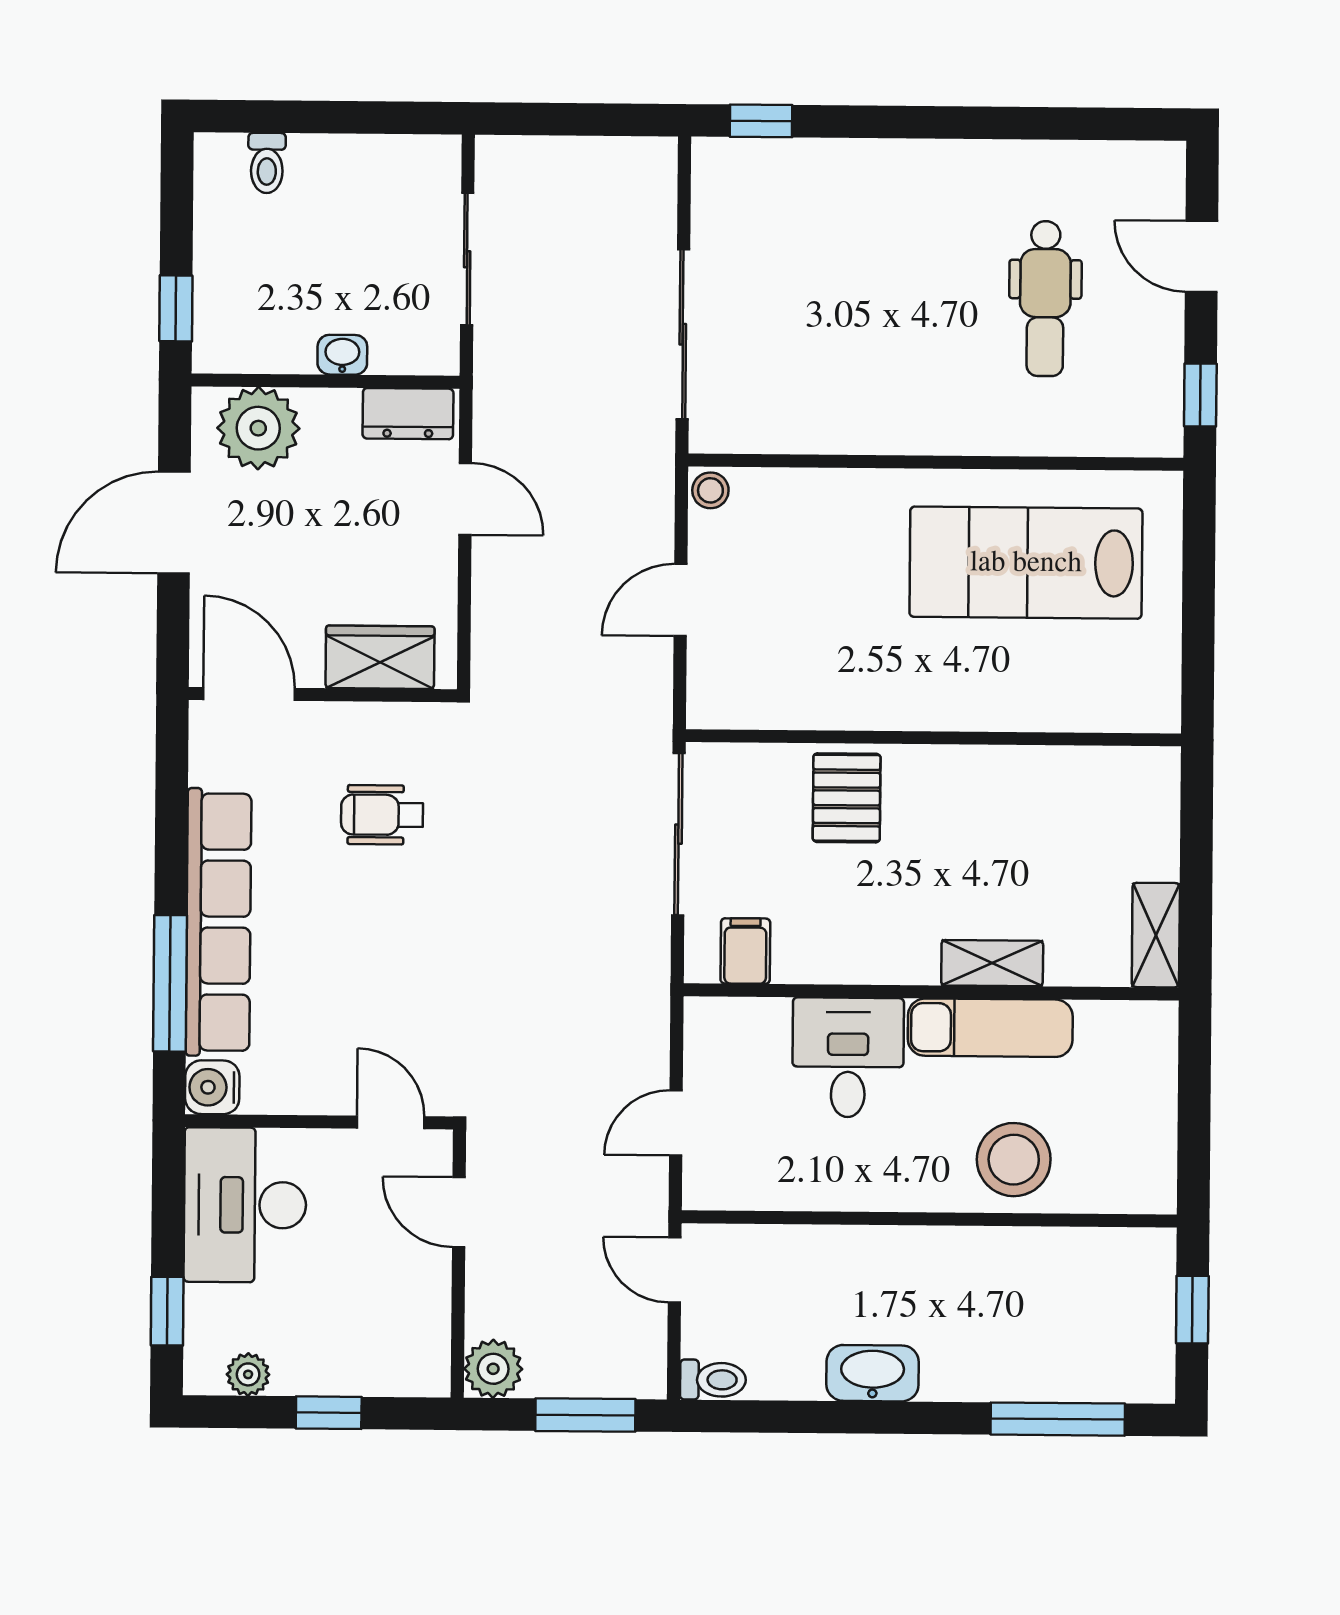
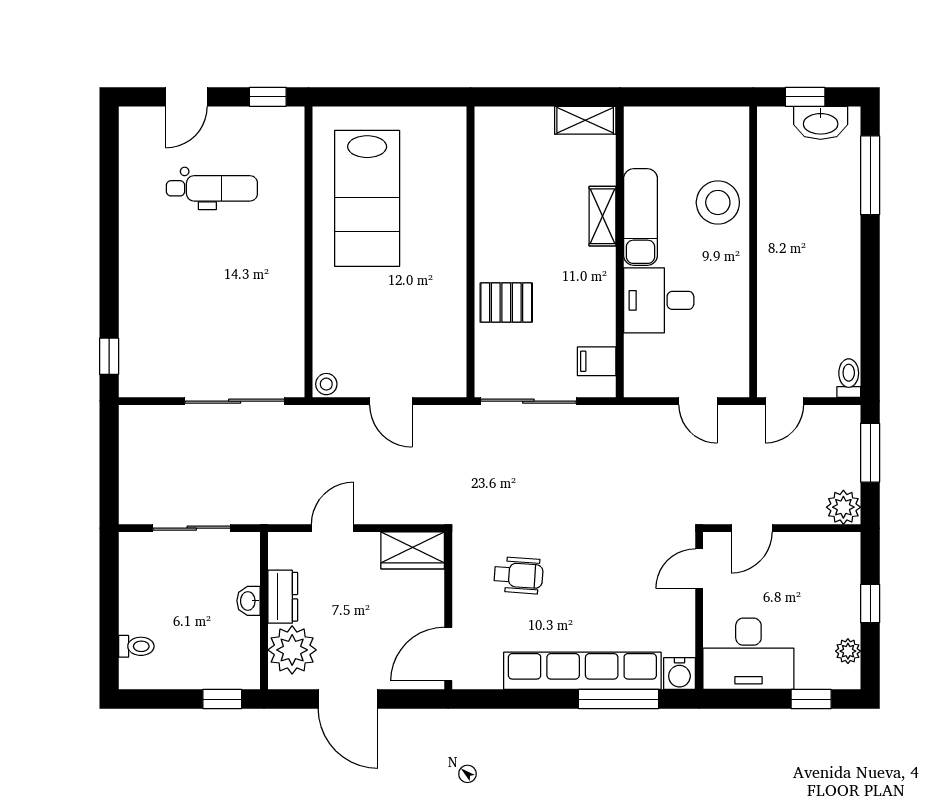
dresser: (408, 414) -> (283, 597), moved
wardrobe: (380, 657) -> (413, 550), moved, turned -90
wheelchair: (382, 815) -> (519, 575), turned -86
washbasin: (873, 1373) -> (821, 123), moved, turned -90

